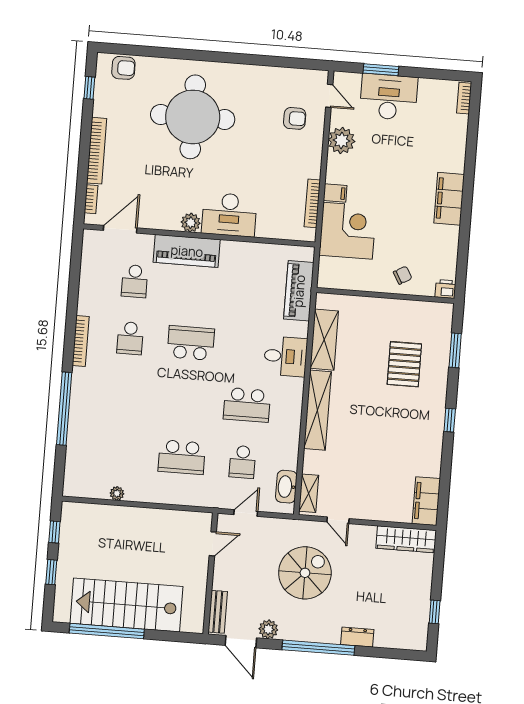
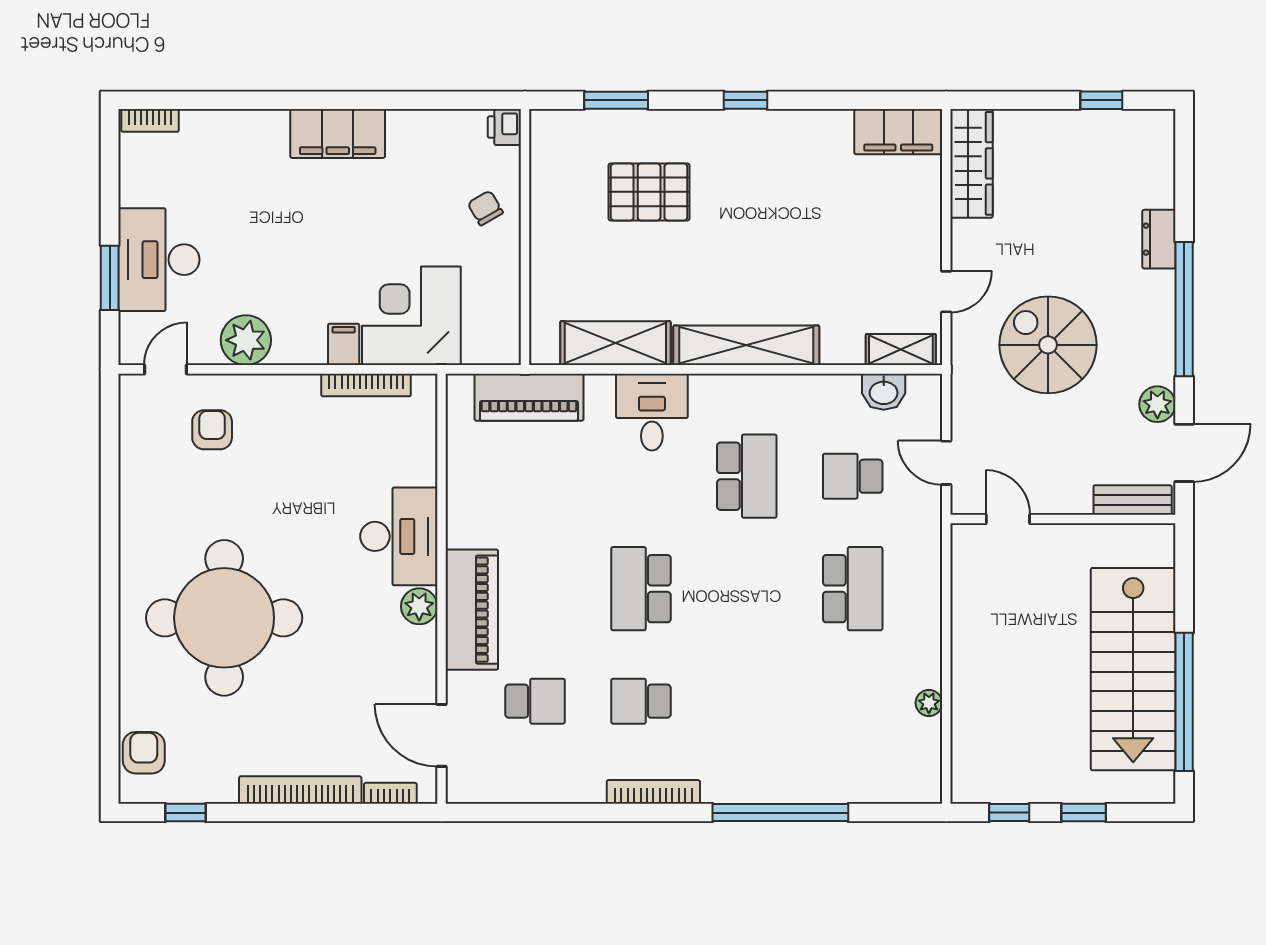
school desk: (130, 338) -> (641, 701), turned 180
school desk: (242, 462) -> (853, 476), turned 180
washbasin: (286, 487) -> (884, 392), width x0.72

